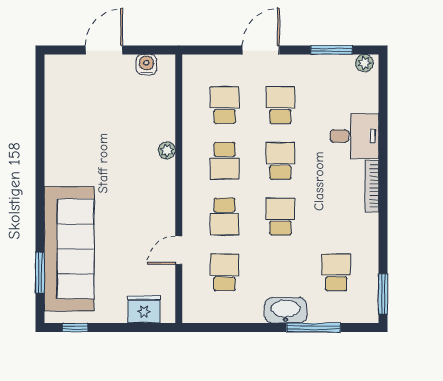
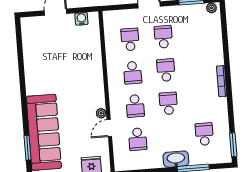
desk: (354, 136) -> (209, 52), removed
plant: (167, 150) -> (101, 113), moved
school desk: (225, 272) -> (138, 139), turned 180

